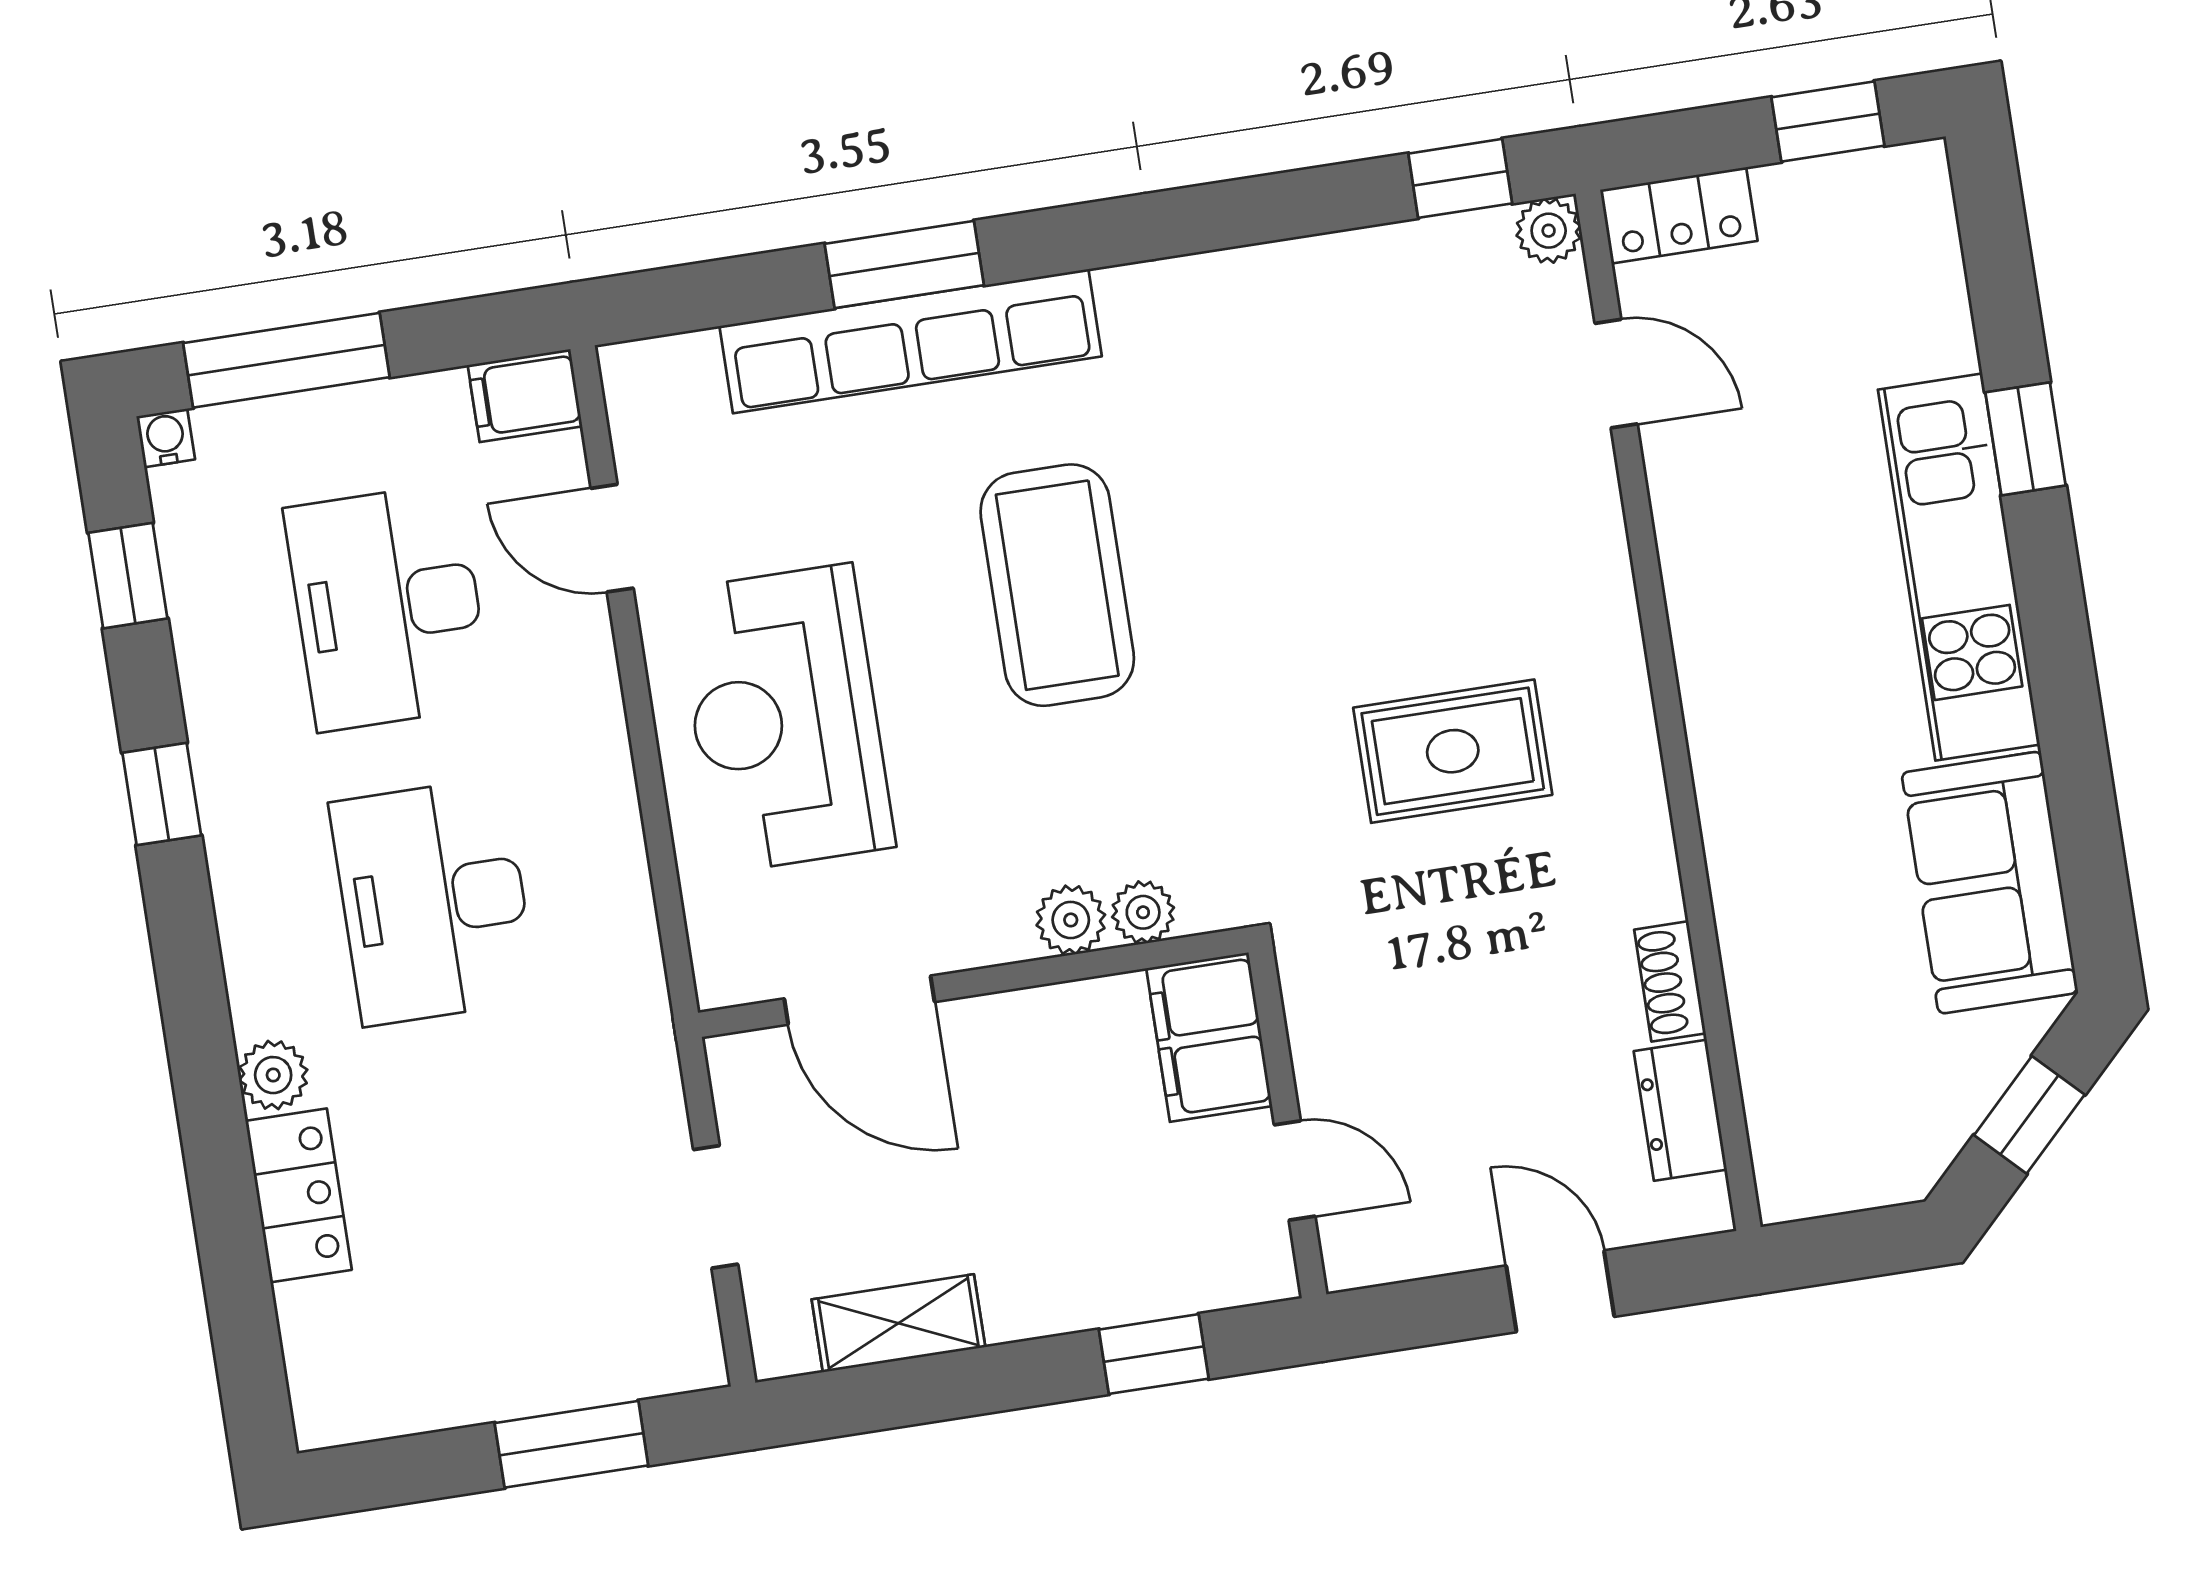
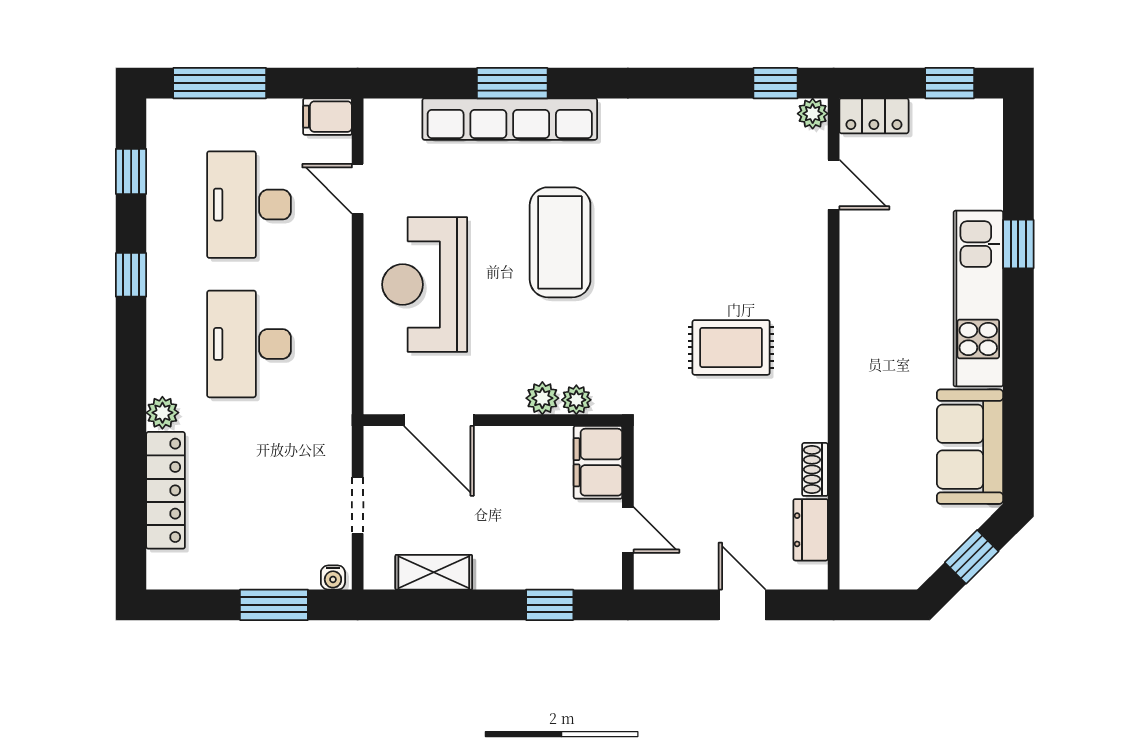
water cooler: (166, 438) -> (333, 578), moved, turned 180
locker: (299, 1195) -> (166, 490), width x1.53

